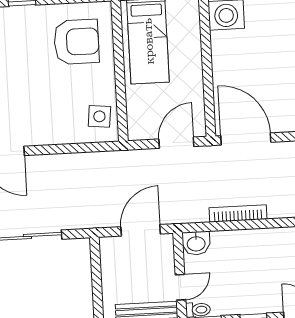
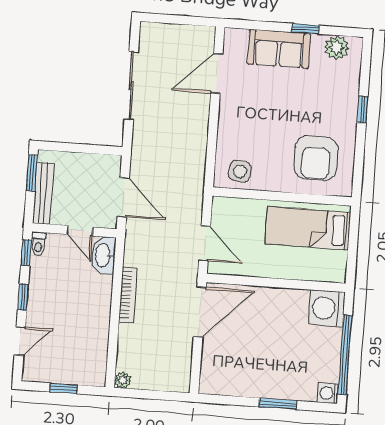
washbasin: (196, 243) -> (103, 255), width x1.38
door: (181, 287) -> (80, 231), moved

